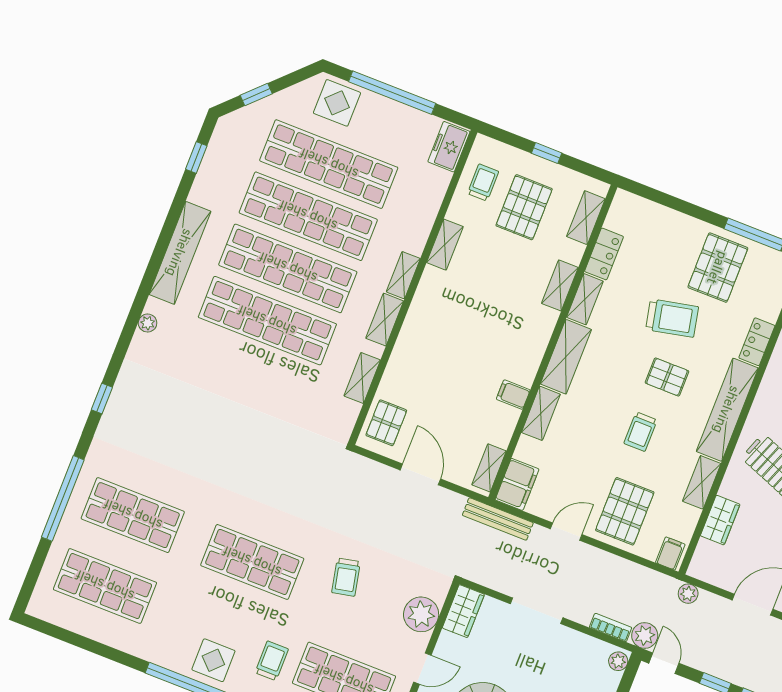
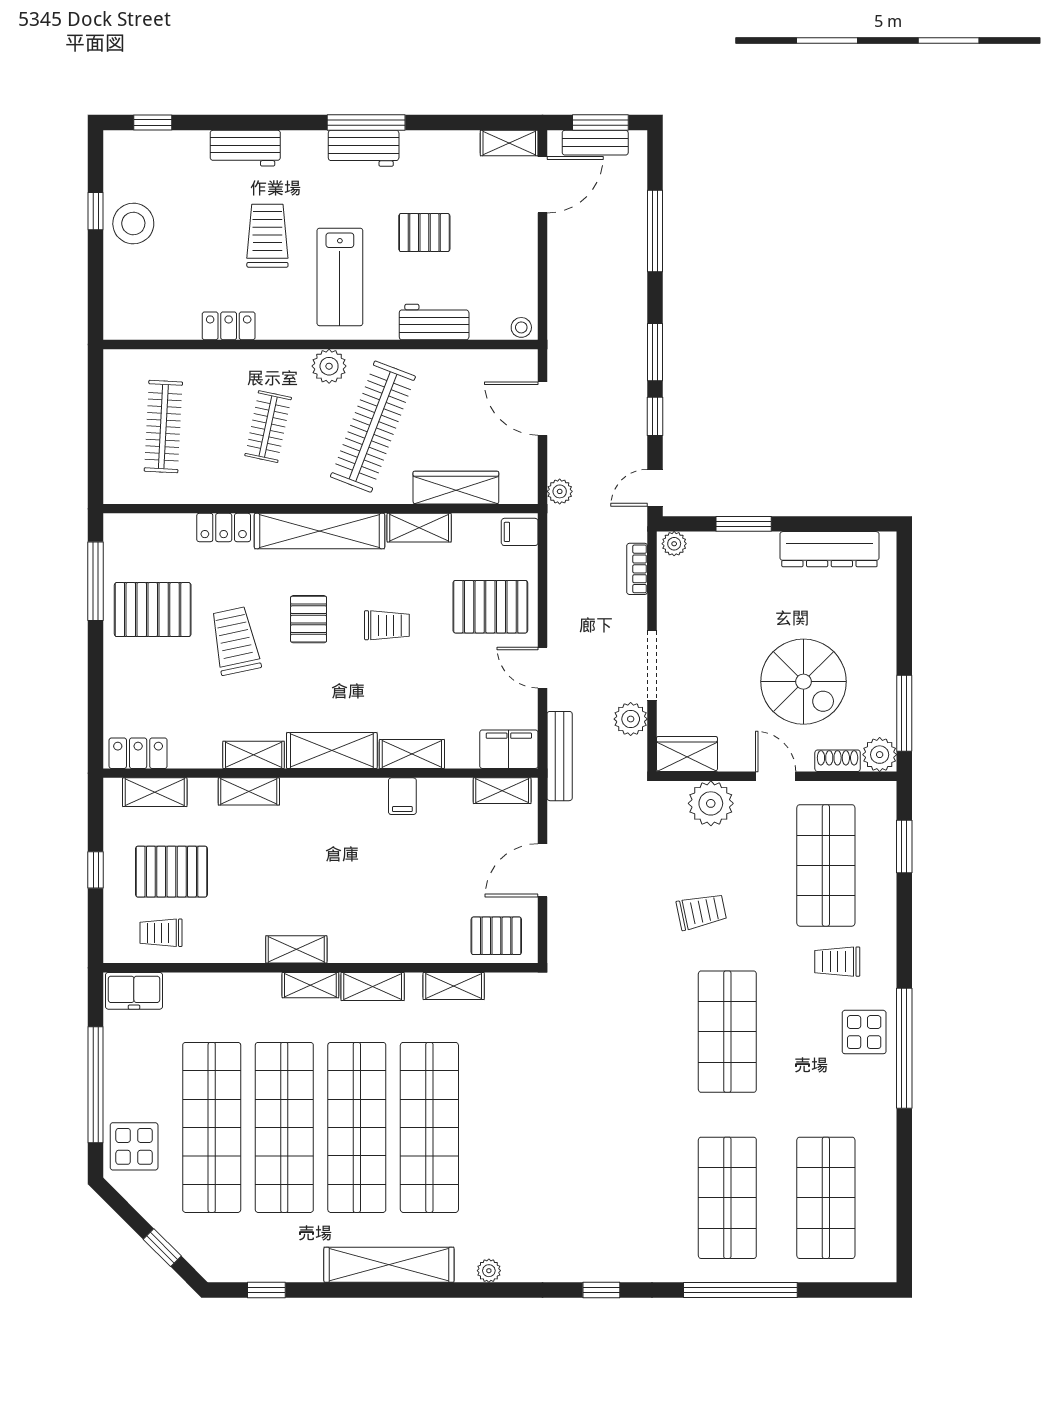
shelving: (445, 245) -> (296, 949), moved
locker: (604, 254) -> (138, 753), moved
wardrobe: (720, 520) -> (456, 488), width x1.50
plant: (645, 636) -> (631, 719), moved

